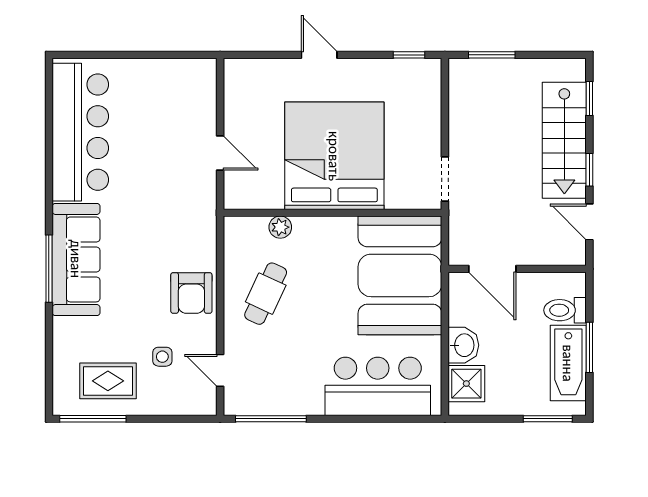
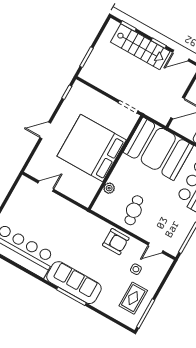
door: (220, 153) -> (46, 186), moved
cafe table: (266, 294) -> (134, 210), turned 56

